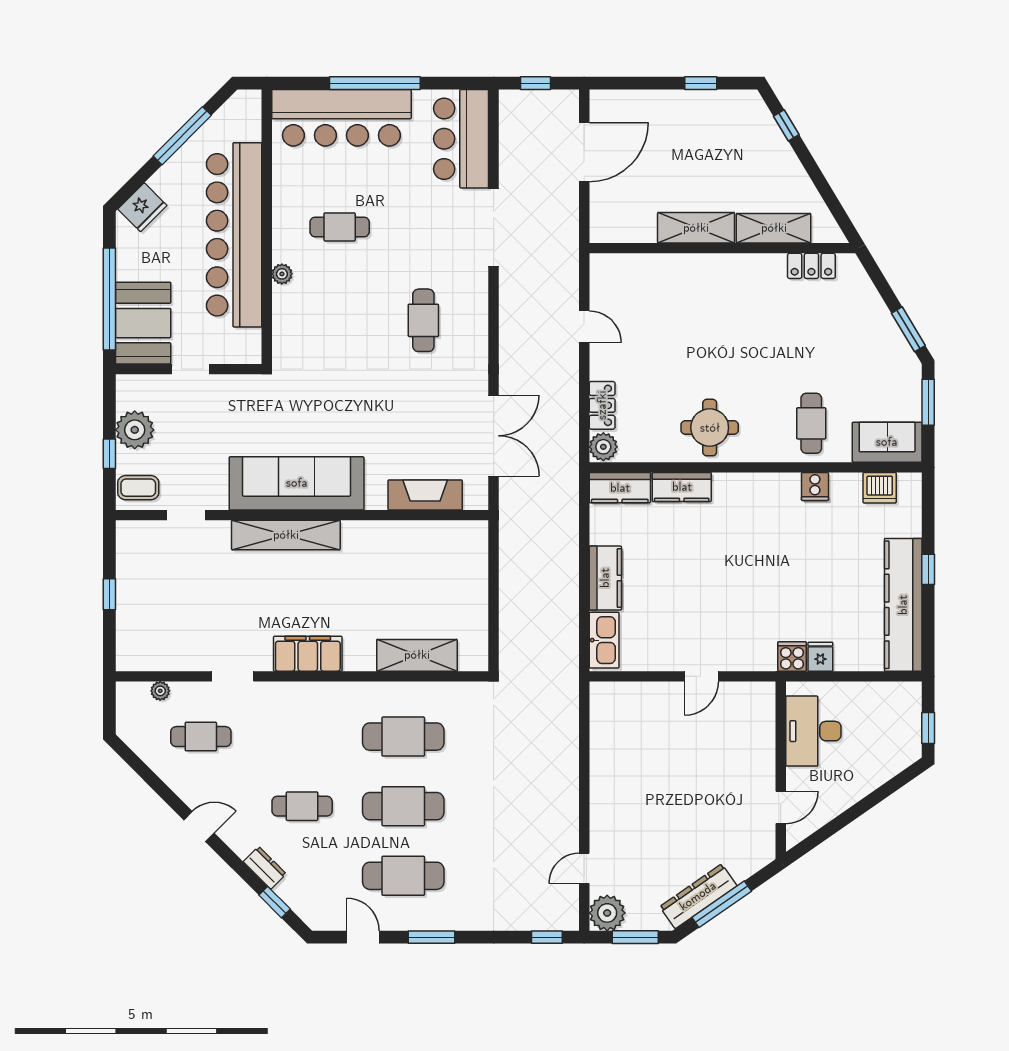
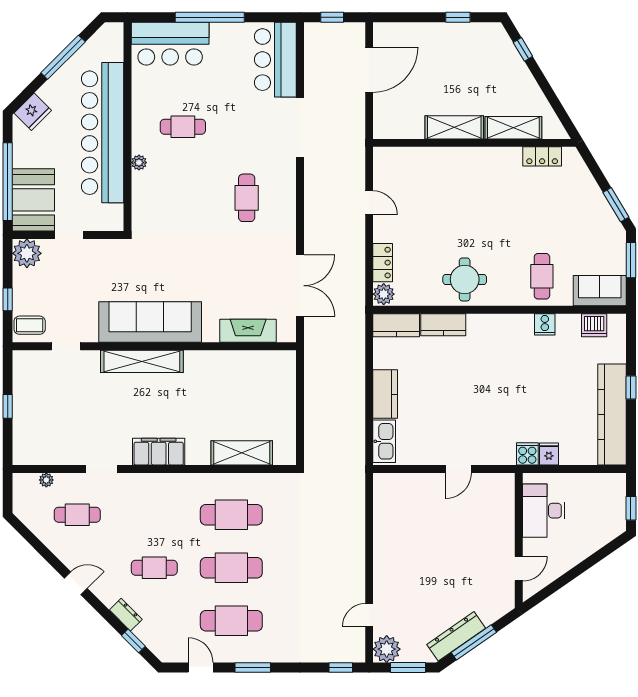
bar counter: (341, 118) -> (170, 44), width x0.73
plant: (135, 430) -> (27, 253), moved

